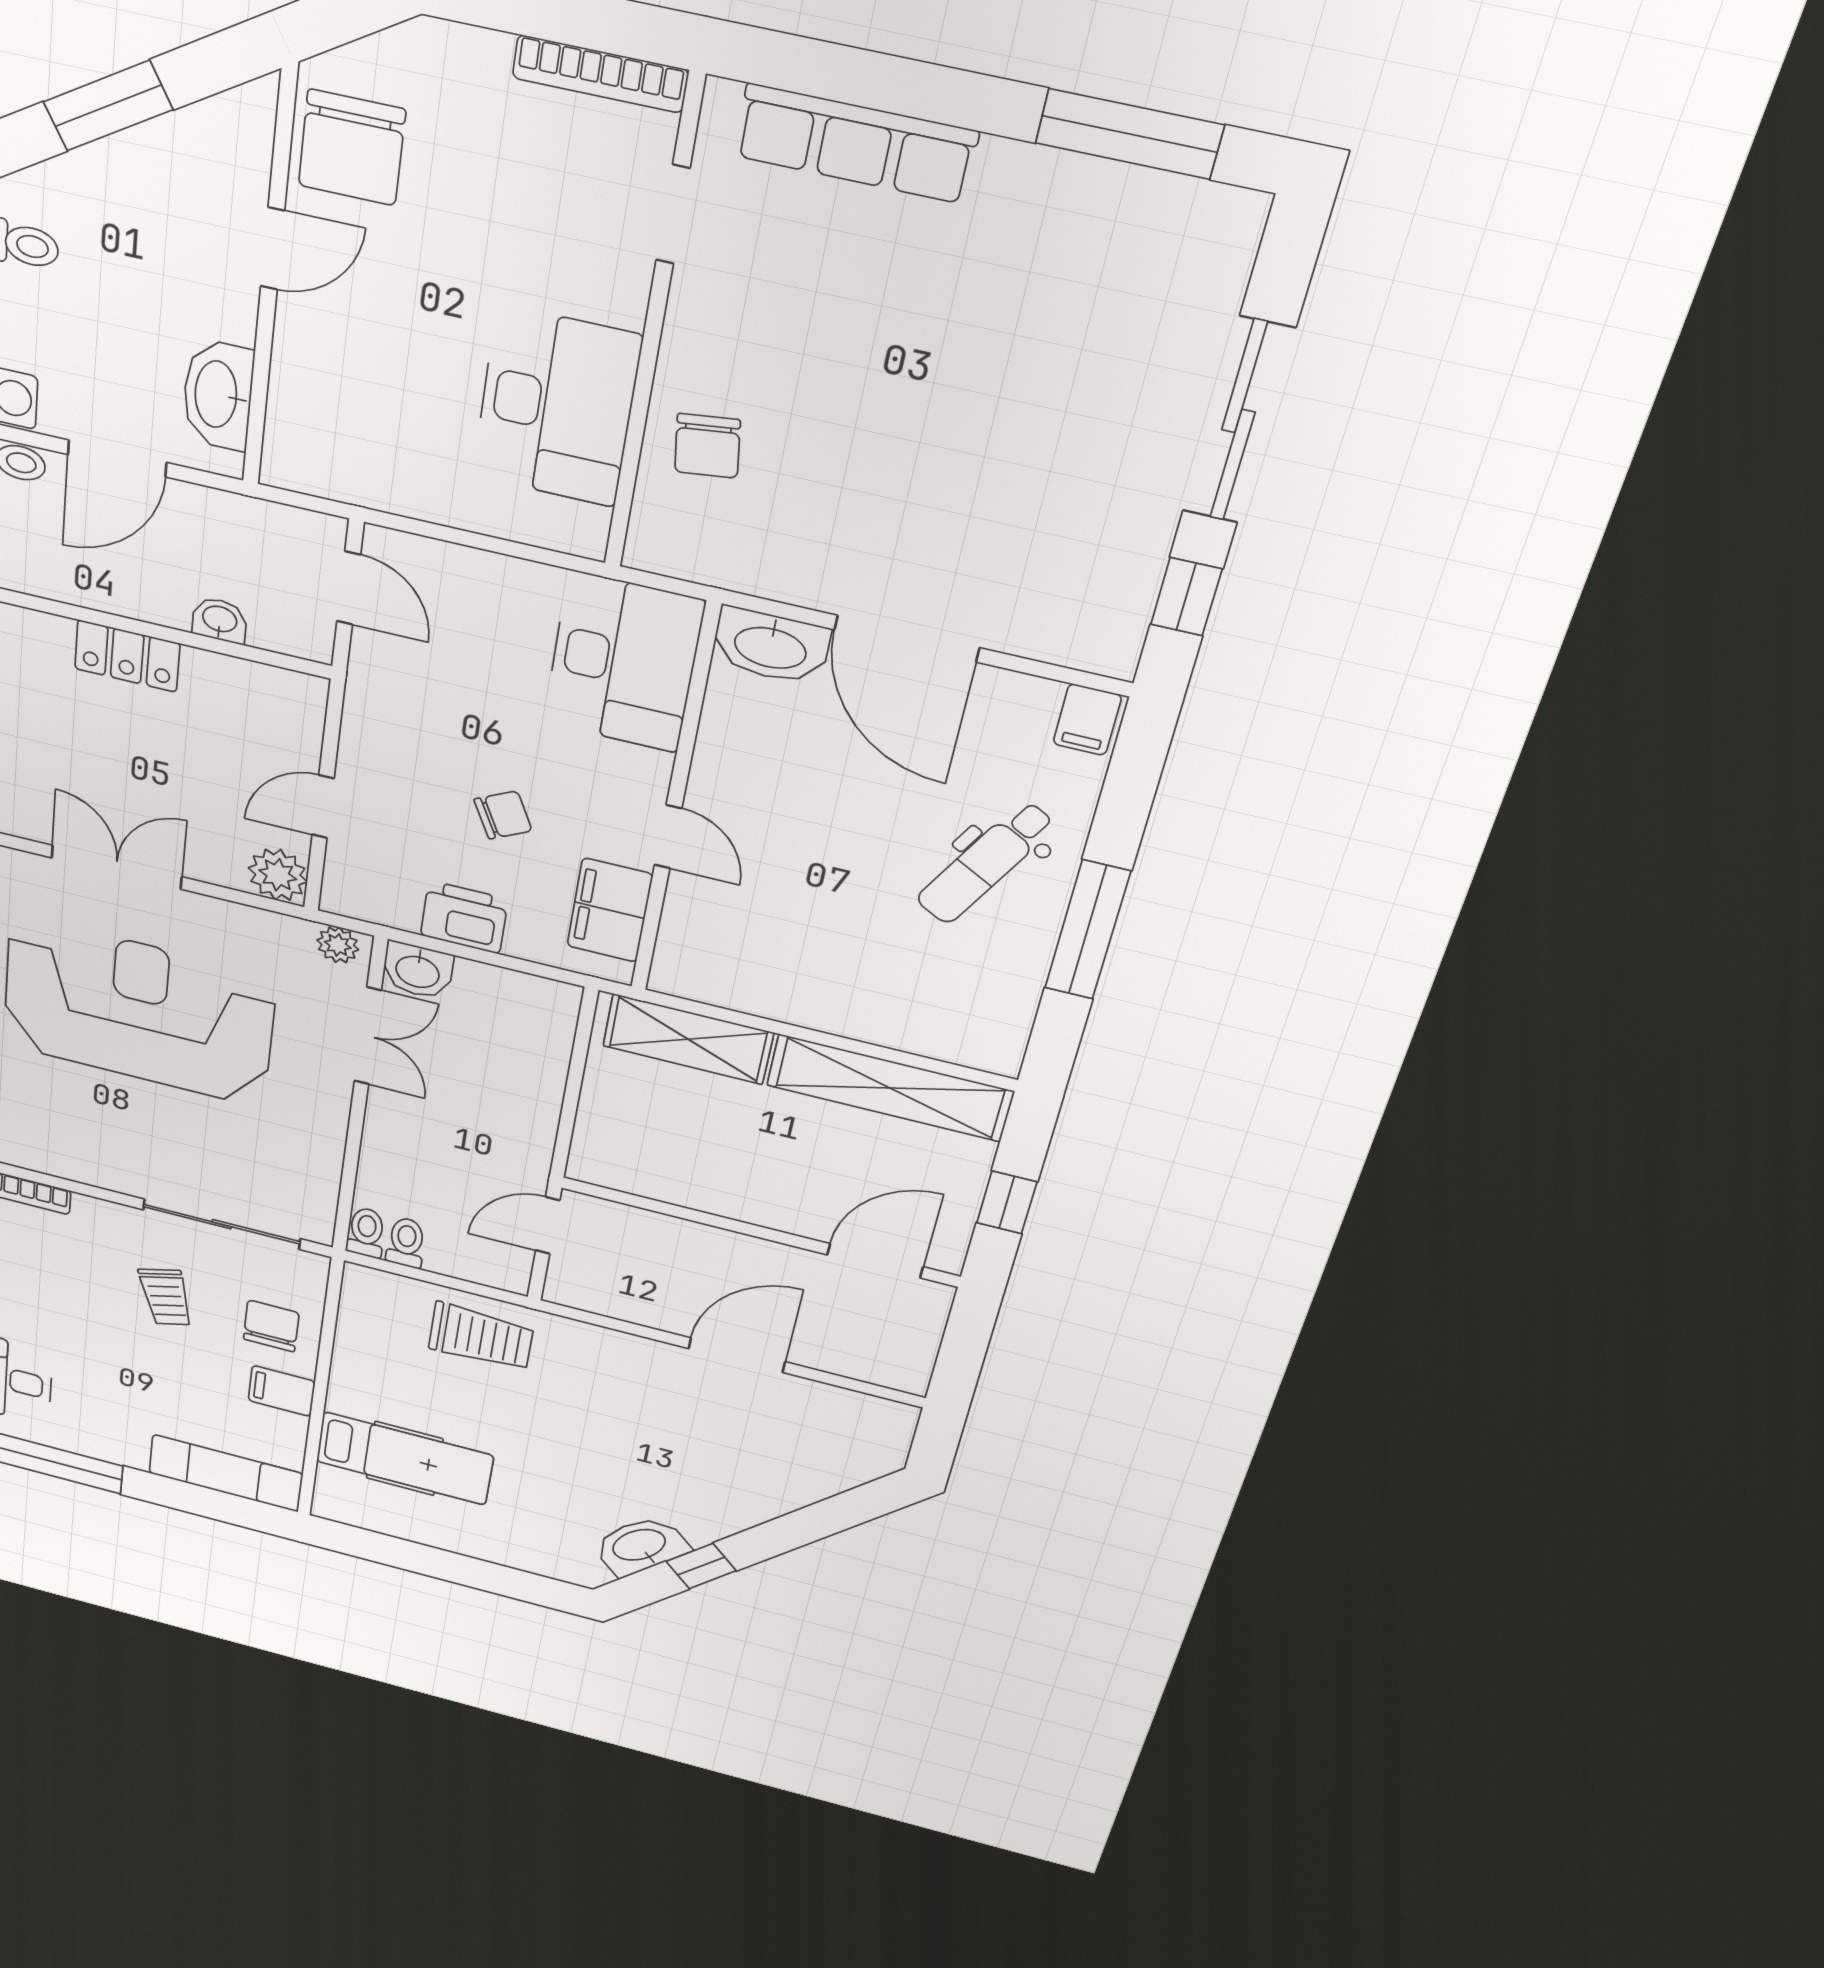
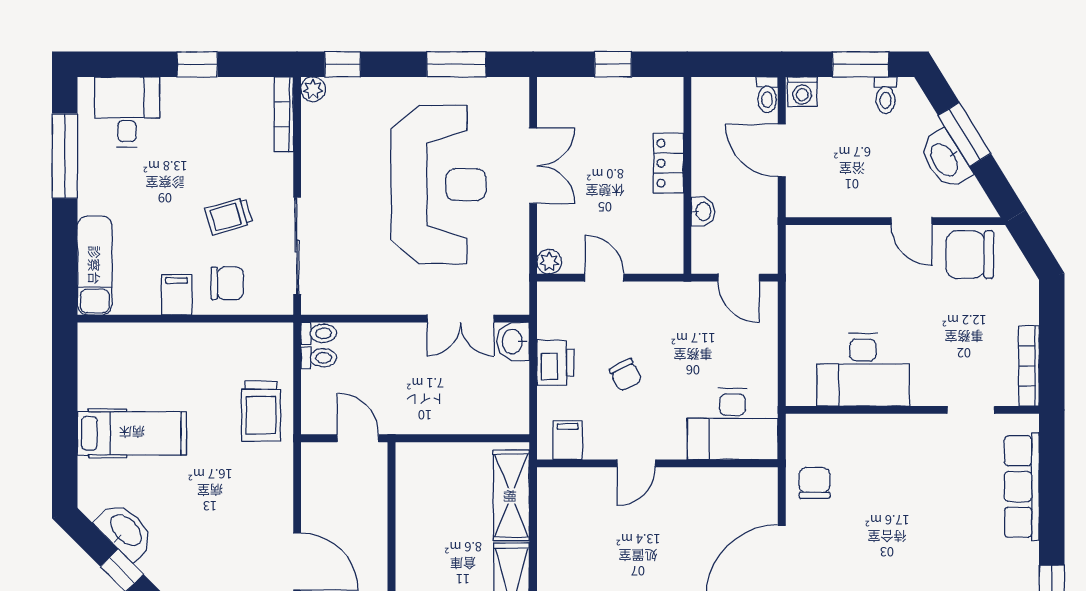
washbasin: (218, 395) -> (945, 159), moved, turned -122
chair: (707, 446) -> (815, 483), moved, turned 97
door: (349, 588) -> (739, 278), hinge flipped
washbasin: (771, 646) -> (761, 496), removed
plant: (278, 875) -> (549, 262), width x0.73, depth x0.73
filing cabinet: (610, 910) -> (568, 440), width x0.50
plant: (338, 945) -> (517, 295), removed
hospital bed: (405, 1459) -> (132, 433), moved, turned -90

